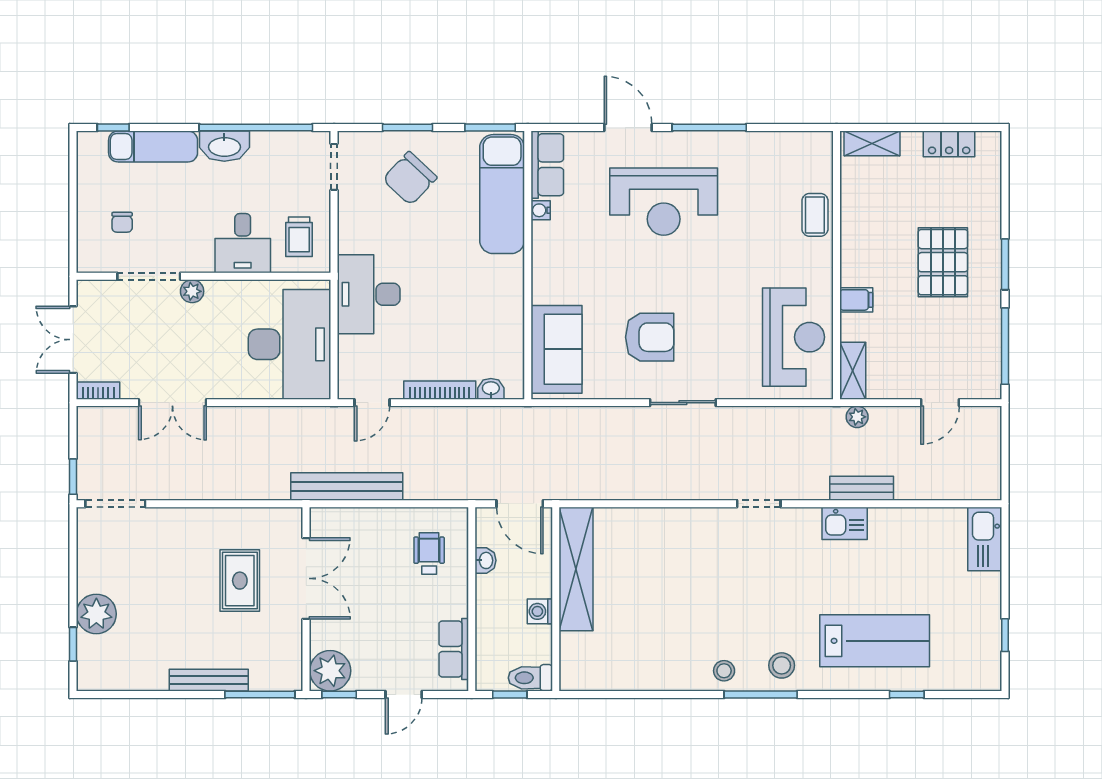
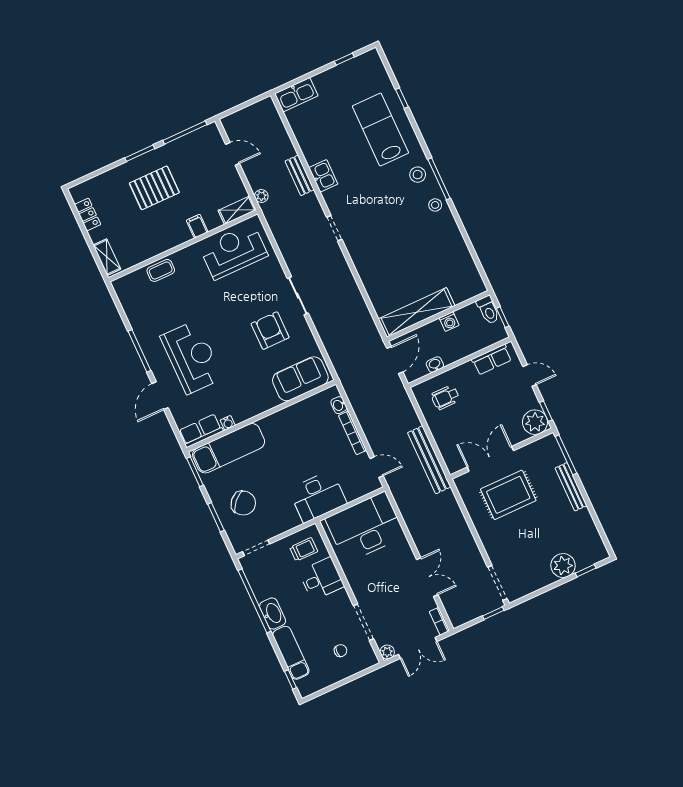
plant: (192, 291) -> (387, 652), moved
rug: (240, 581) -> (508, 495), width x1.36, depth x1.43

